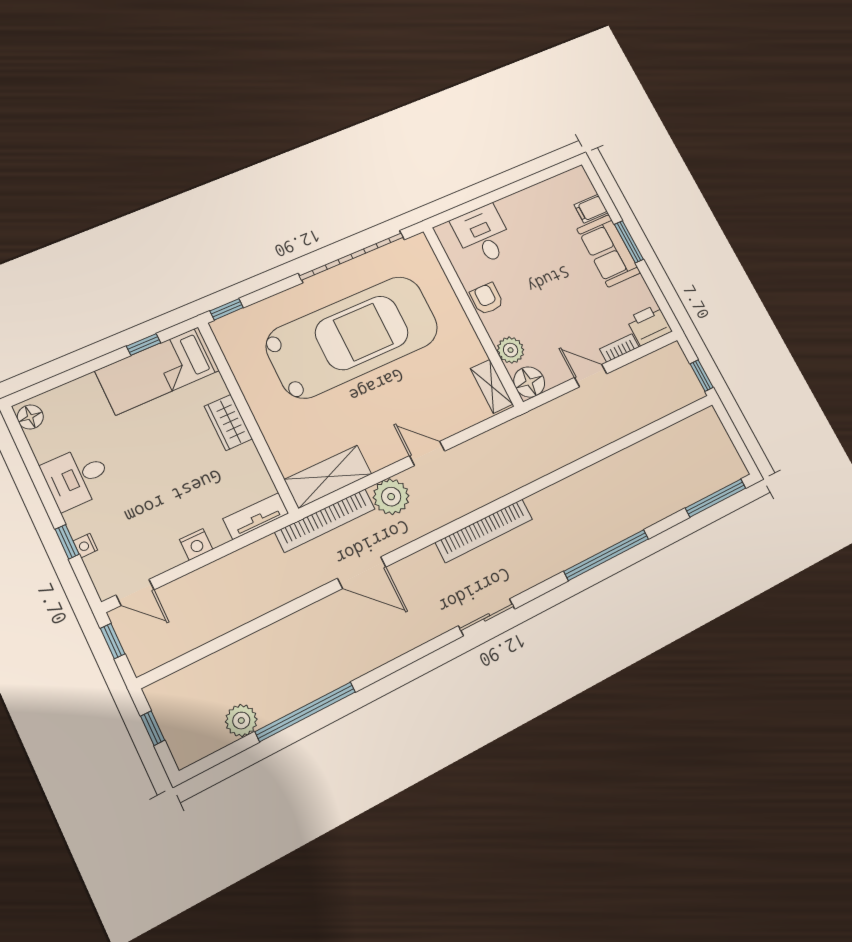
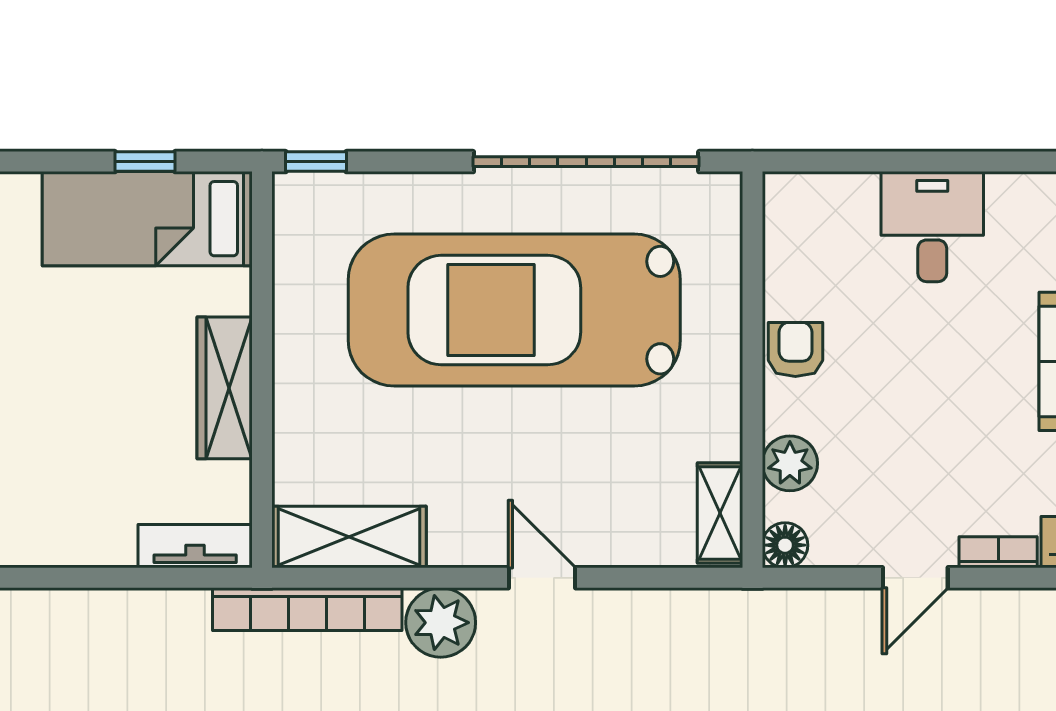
desk: (483, 235) -> (932, 227), moved
car: (353, 337) -> (514, 310), turned 180
door: (591, 376) -> (915, 578), swing flipped
floor lamp: (529, 382) -> (785, 545), width x0.73, depth x0.73
wardrobe: (228, 423) -> (225, 388), width x1.50
nightstand: (196, 544) -> (75, 546), removed

